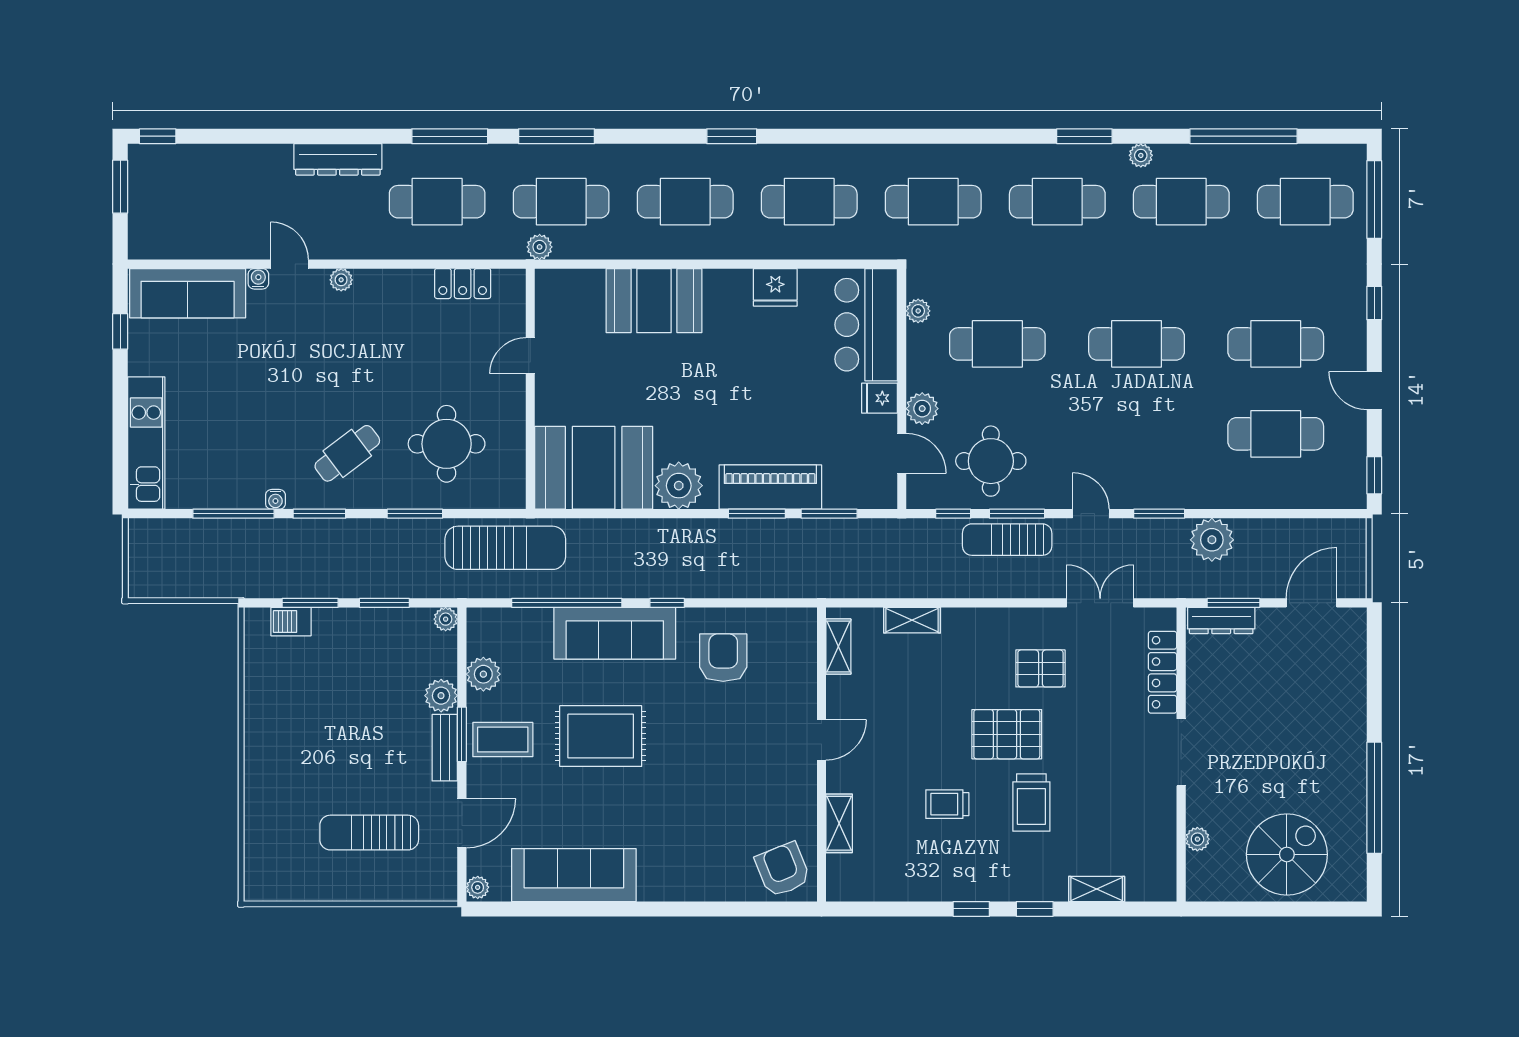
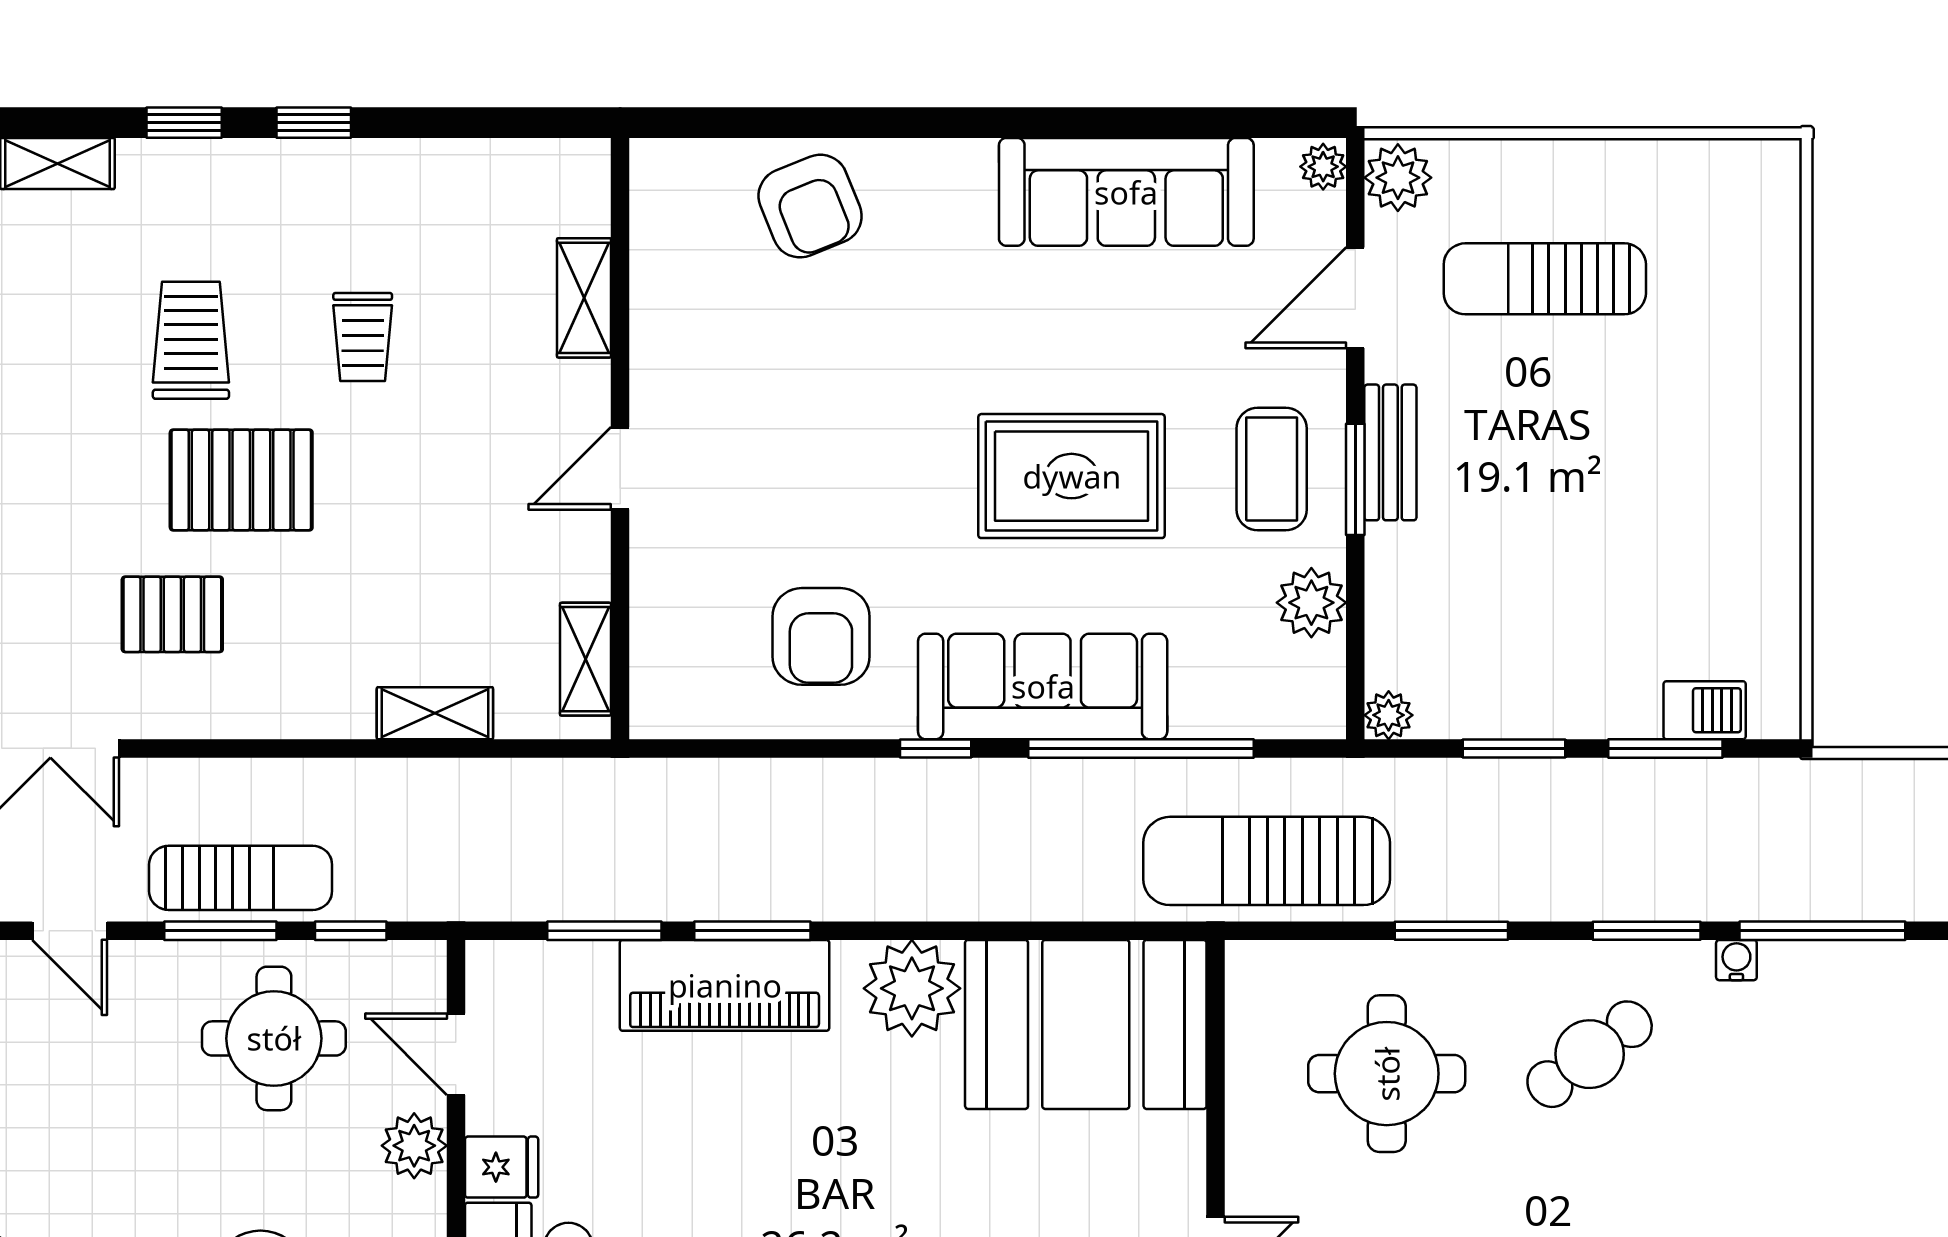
plant: (441, 696) -> (1398, 178), moved
coffee table: (503, 740) -> (1272, 469), turned 90
trolley: (947, 804) -> (363, 337), turned 90
sun lounger: (369, 833) -> (1545, 279), turned 180
armchair: (783, 870) -> (810, 206), moved

